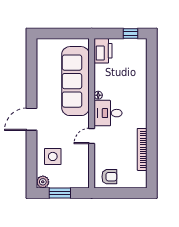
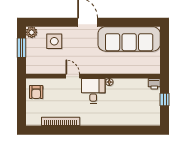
window: (131, 34) -> (165, 100), moved
printer: (103, 51) -> (154, 84), width x0.53, depth x0.68
sofa: (76, 81) -> (129, 39), moved, turned 180

